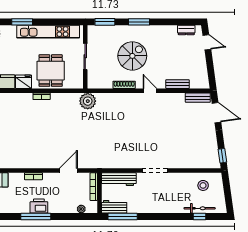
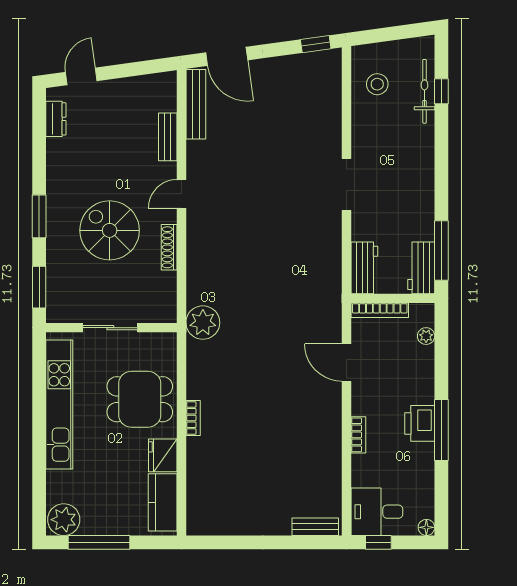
window: (22, 22) -> (39, 458), removed
bench: (198, 98) -> (196, 104), width x1.36
door: (216, 113) -> (227, 56), swing flipped
workbench: (119, 179) -> (364, 268), width x0.73

